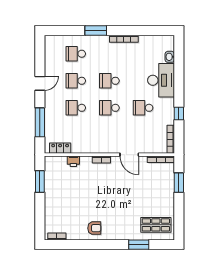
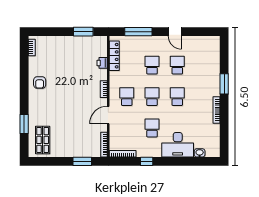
school desk: (76, 54) -> (127, 97), moved
locker: (60, 148) -> (114, 56), width x1.53

